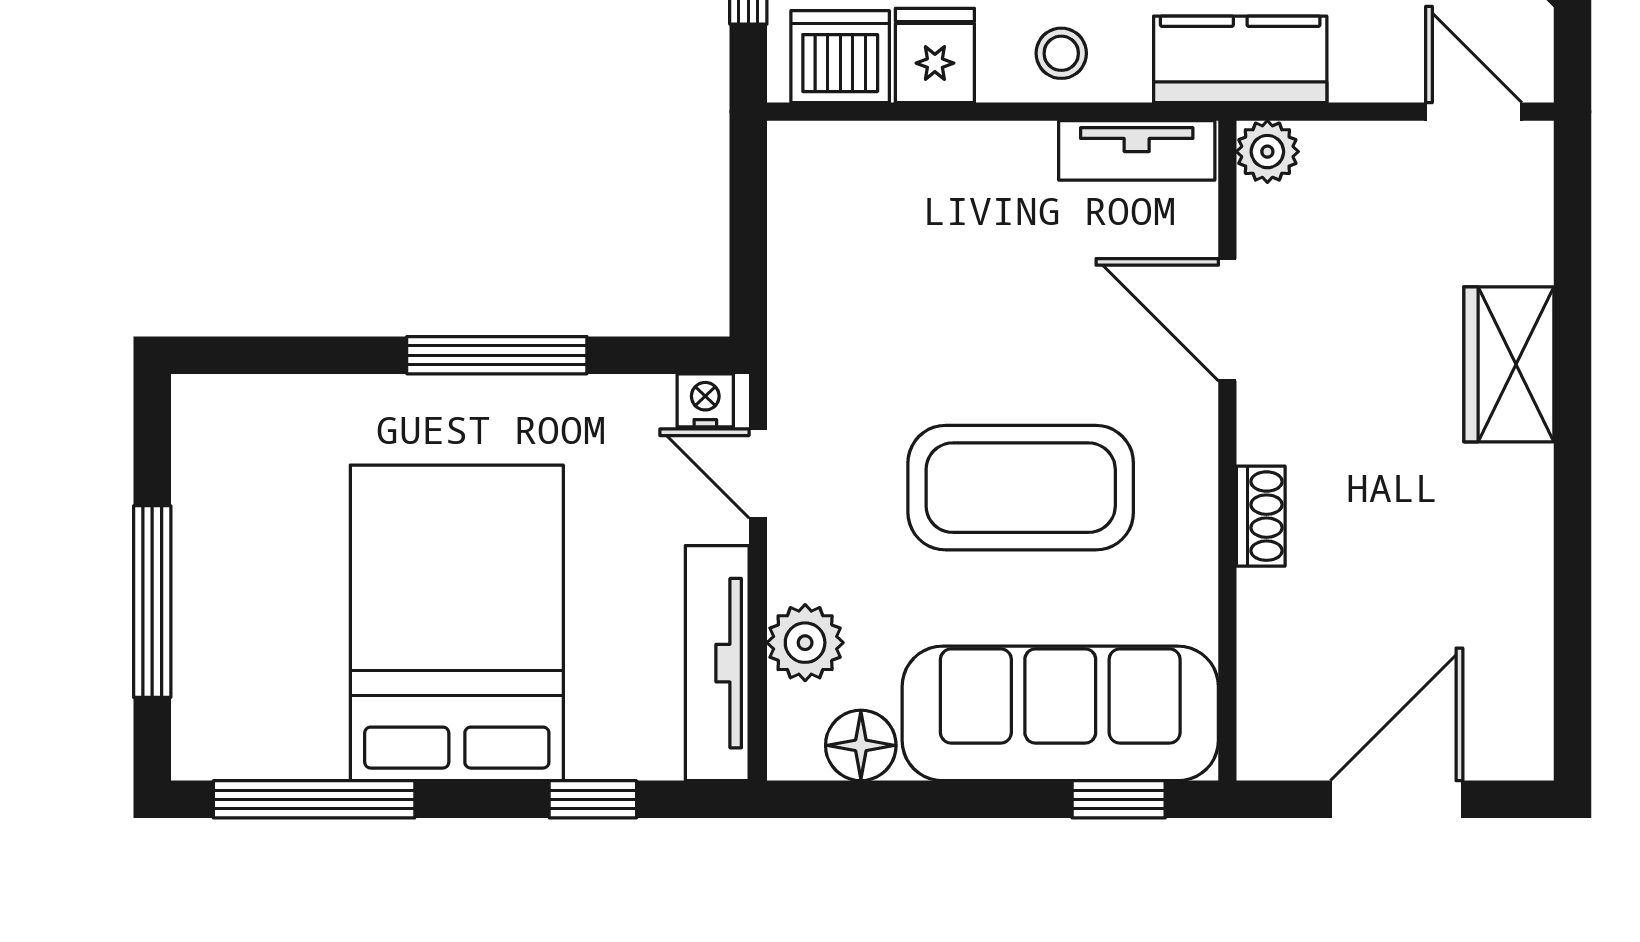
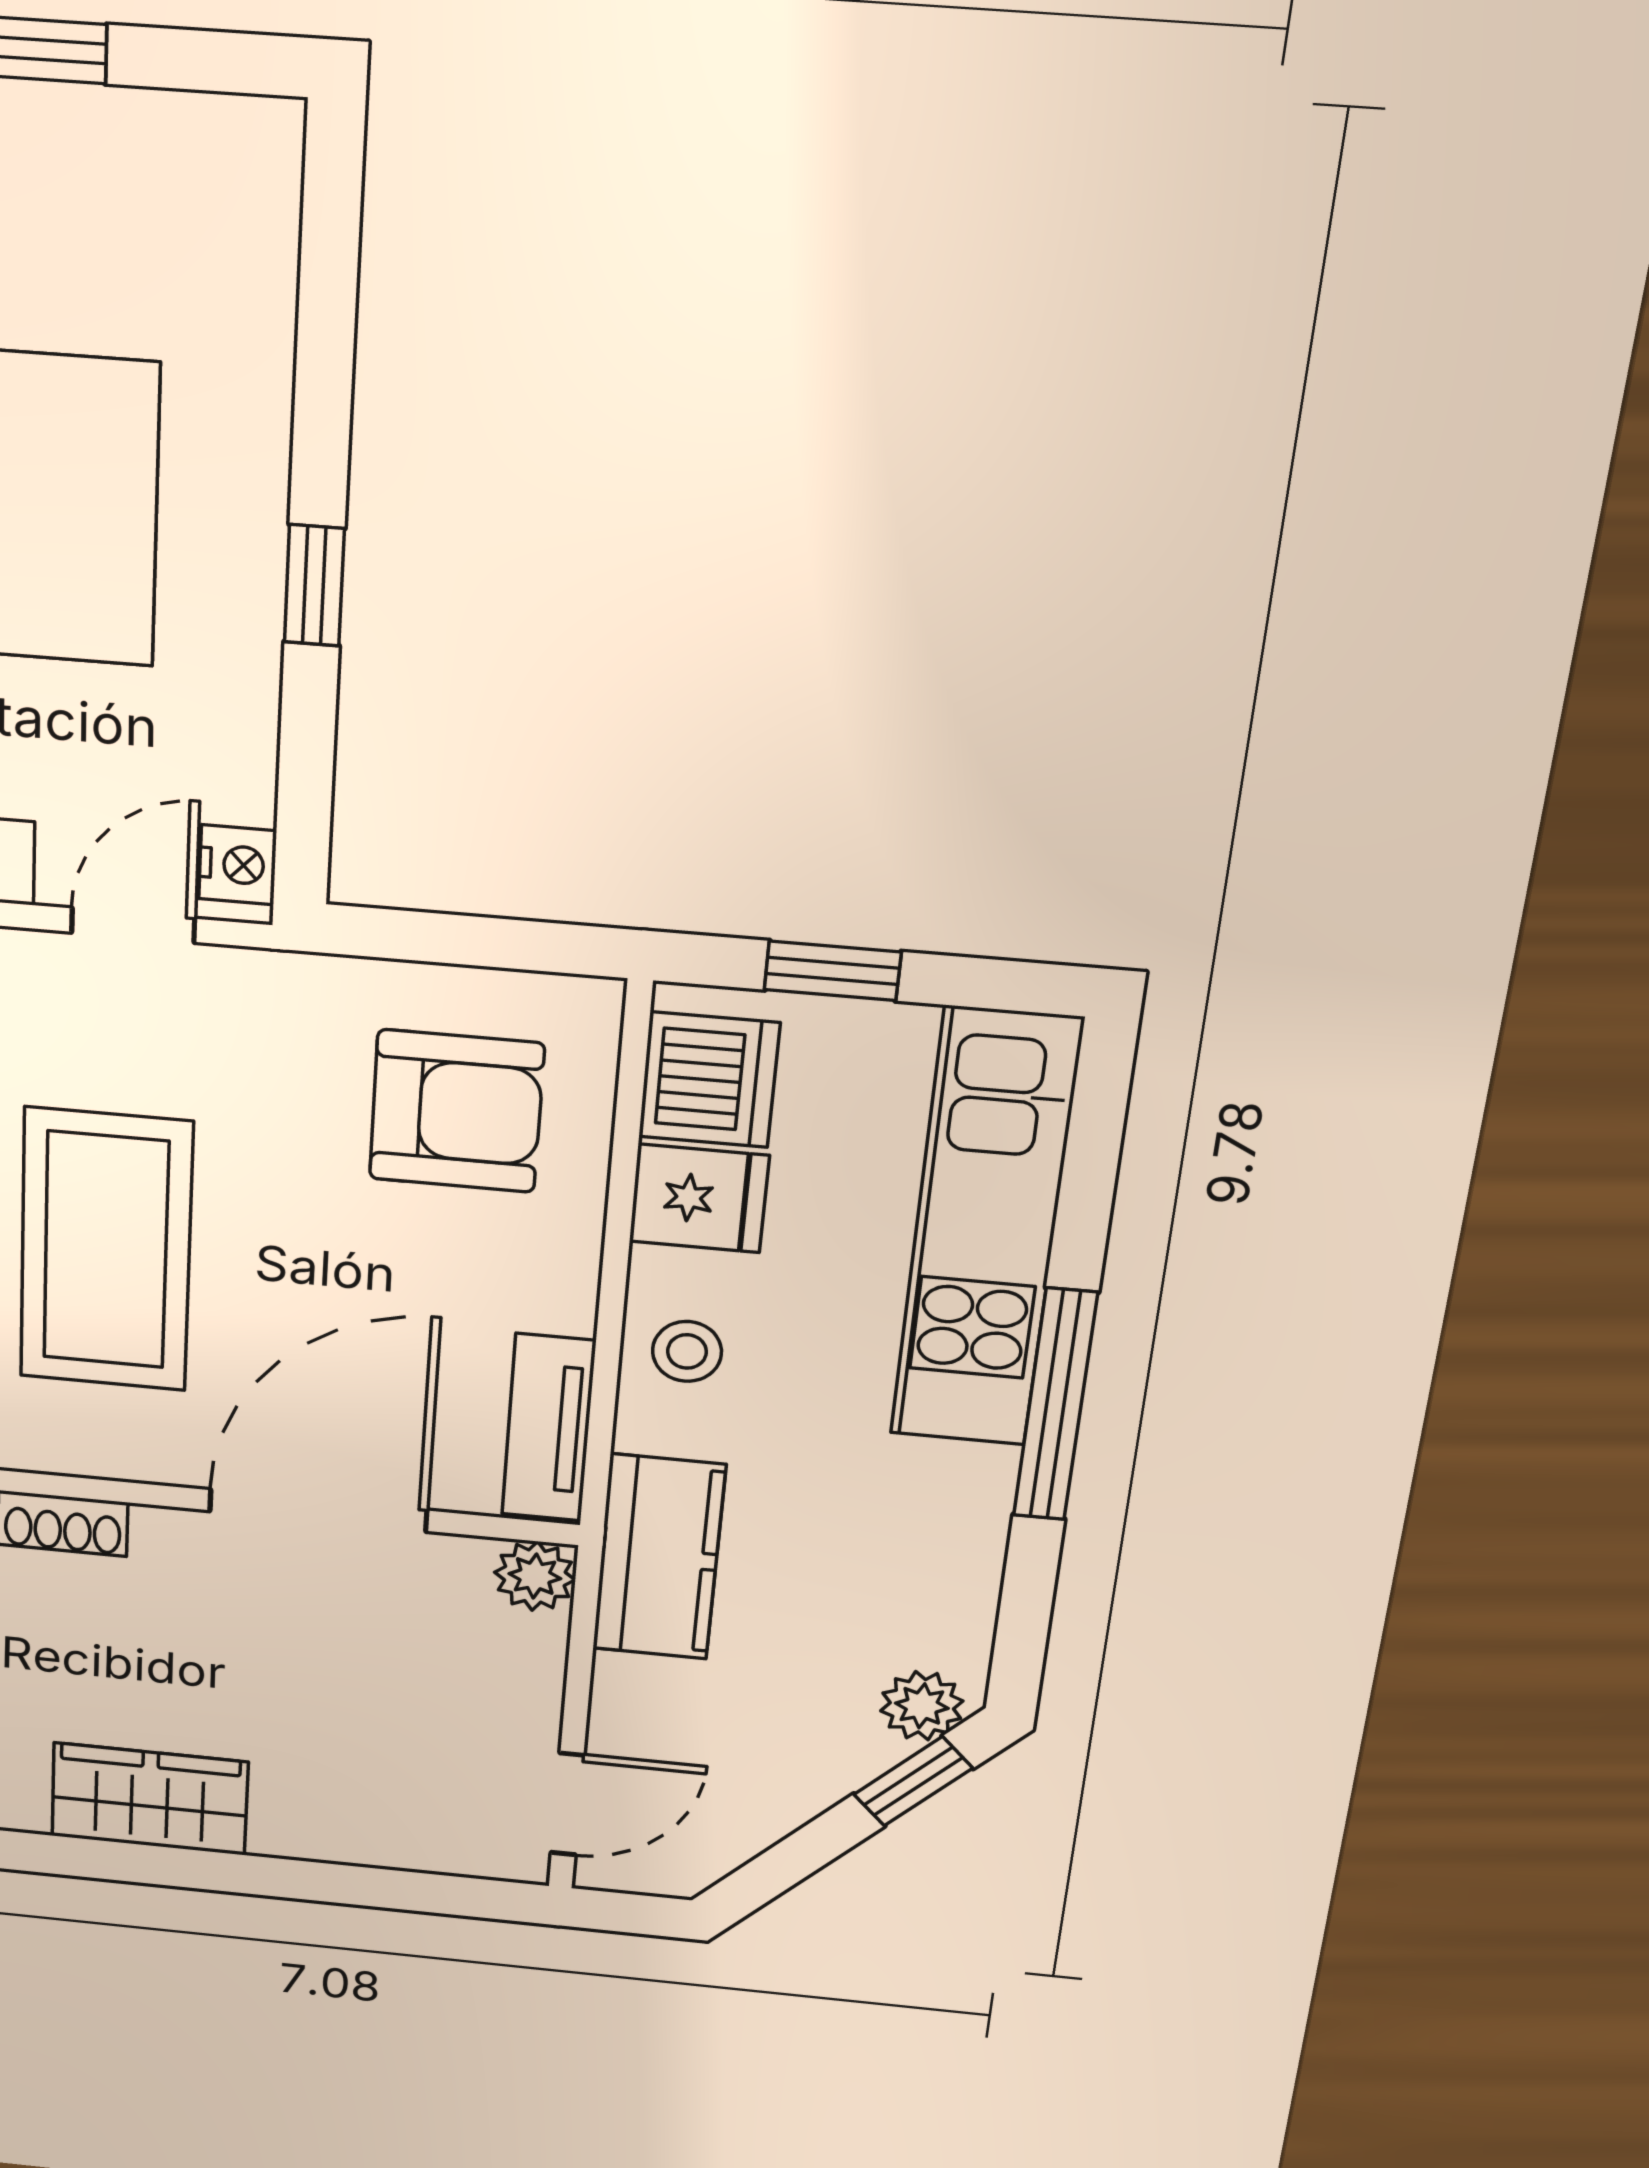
armchair: (882, 235) -> (456, 1111), added
door: (1227, 320) -> (318, 1510), width x1.36
window: (497, 355) -> (314, 585), width x0.46
wardrobe: (1509, 364) -> (150, 1799), moved

